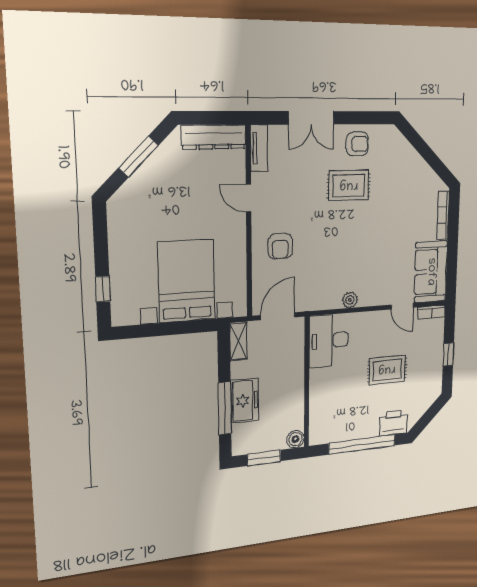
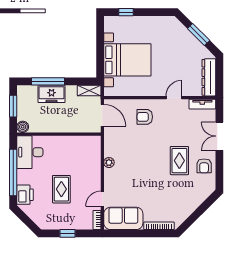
desk: (329, 341) -> (30, 152), moved, turned -90

